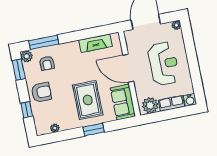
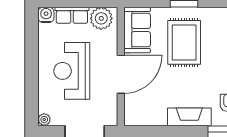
fireplace: (96, 43) -> (189, 117), moved
door: (128, 68) -> (121, 74), hinge flipped

